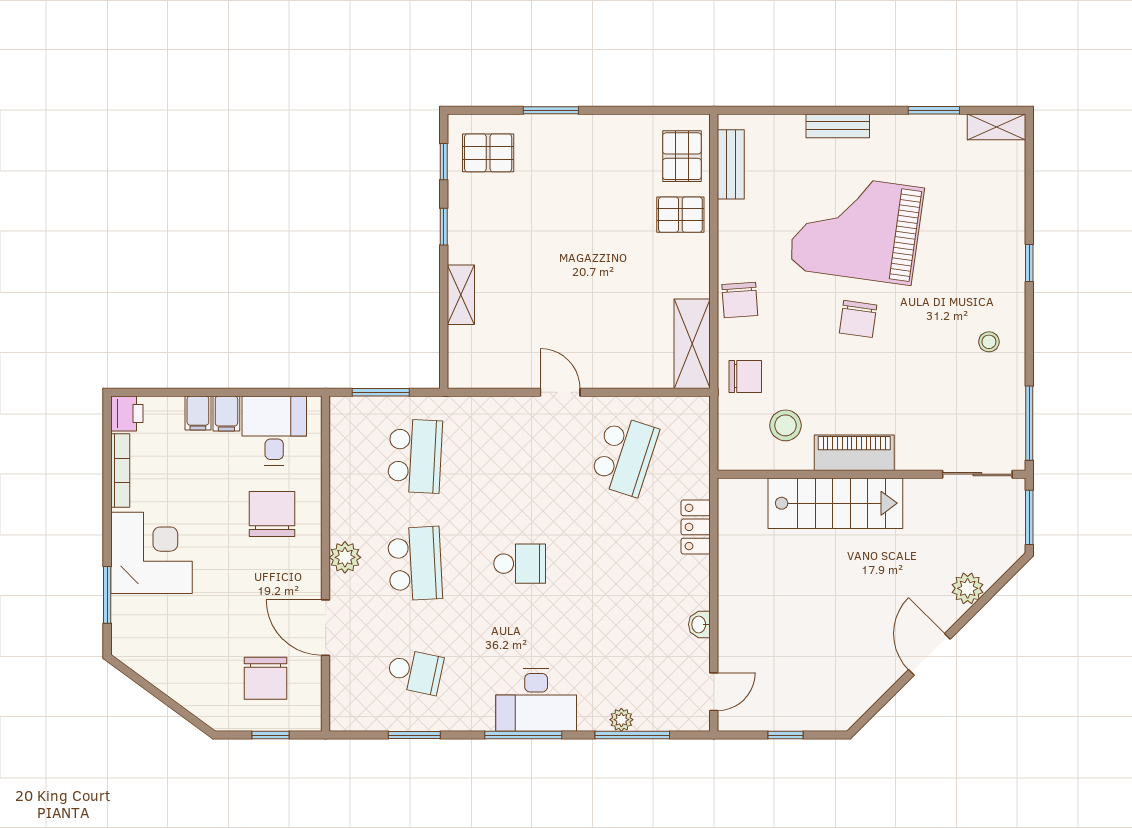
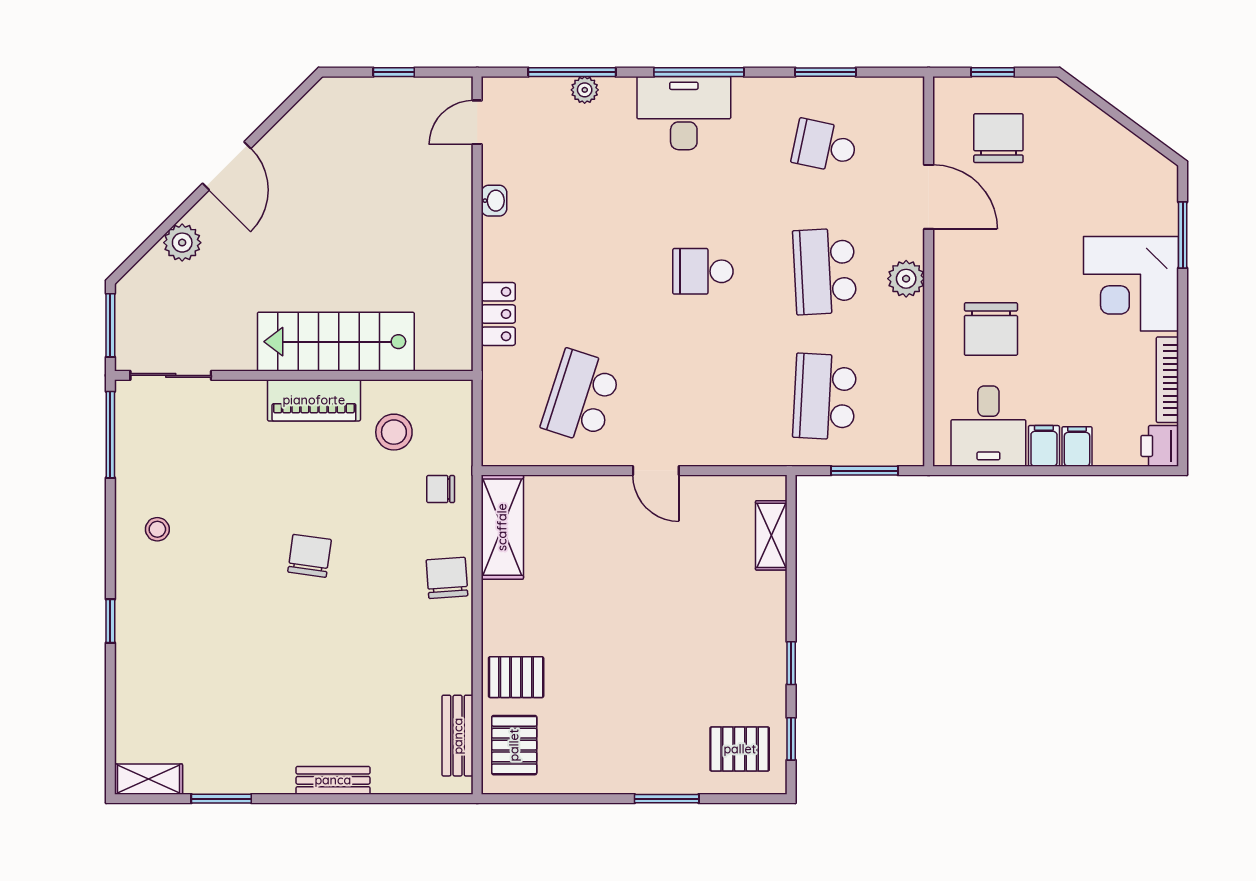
grand piano: (856, 228) -> (311, 661), removed
shelving: (461, 295) -> (771, 535), moved
chair: (745, 376) -> (441, 489), width x0.73, depth x0.73

